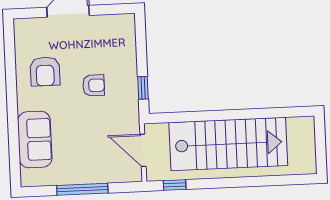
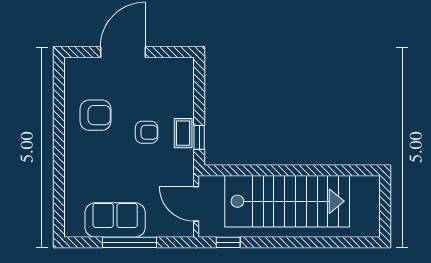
armchair: (45, 71) -> (96, 115), turned -90
coffee table: (128, 85) -> (183, 133), added
sofa: (35, 140) -> (115, 220), moved, turned -90

